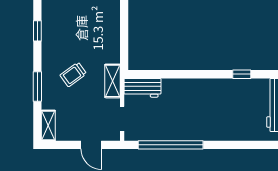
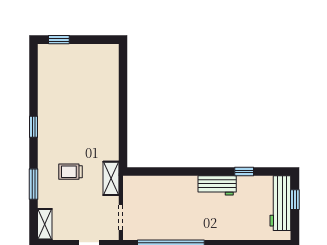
trolley: (73, 74) -> (71, 172), turned 36
workbench: (142, 88) -> (217, 185), moved

